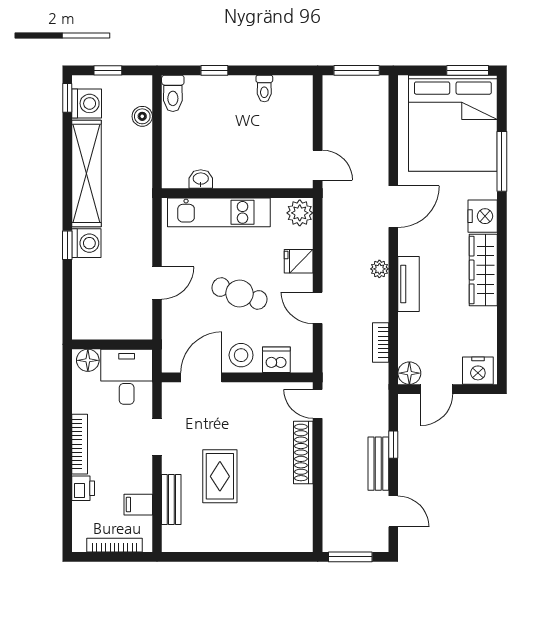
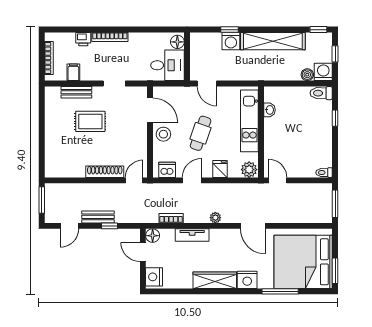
toilet: (264, 88) -> (324, 173), moved
washing machine: (87, 103) -> (323, 72), moved, turned 180
door: (318, 165) -> (278, 180), swing flipped
tv unit: (409, 284) -> (192, 235), moved
wall: (112, 344) -> (187, 57), moved
floor lamp: (88, 360) -> (177, 42), moved
dishwasher: (276, 360) -> (167, 170), moved, turned -90
desk: (127, 377) -> (167, 65), moved

